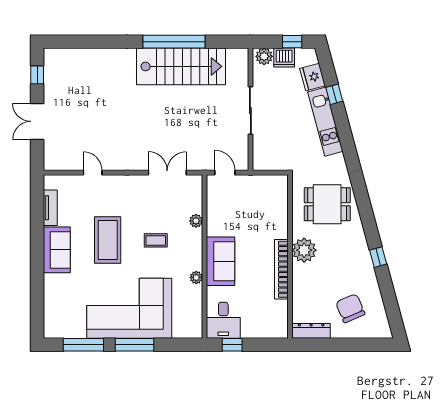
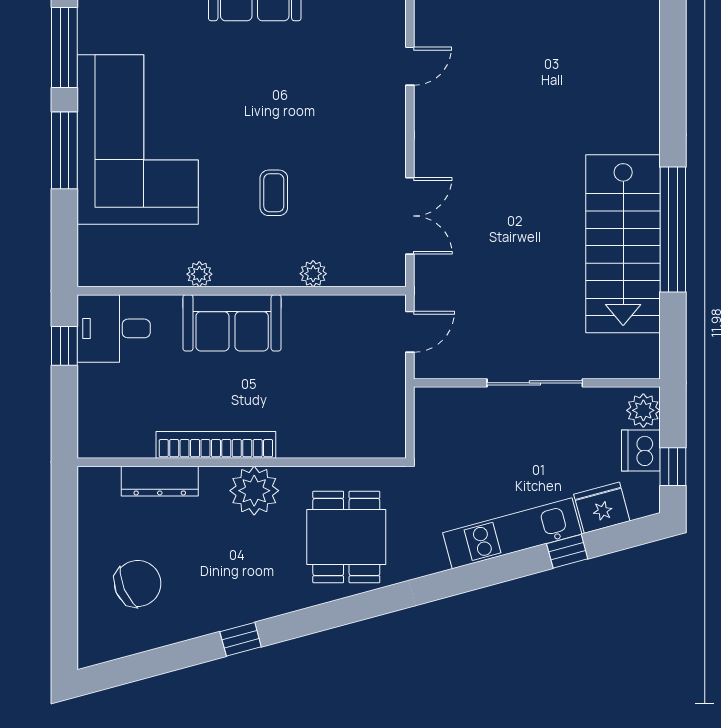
coffee table: (108, 240) -> (275, 96), removed
dresser: (311, 331) -> (160, 481), moved, turned 90

